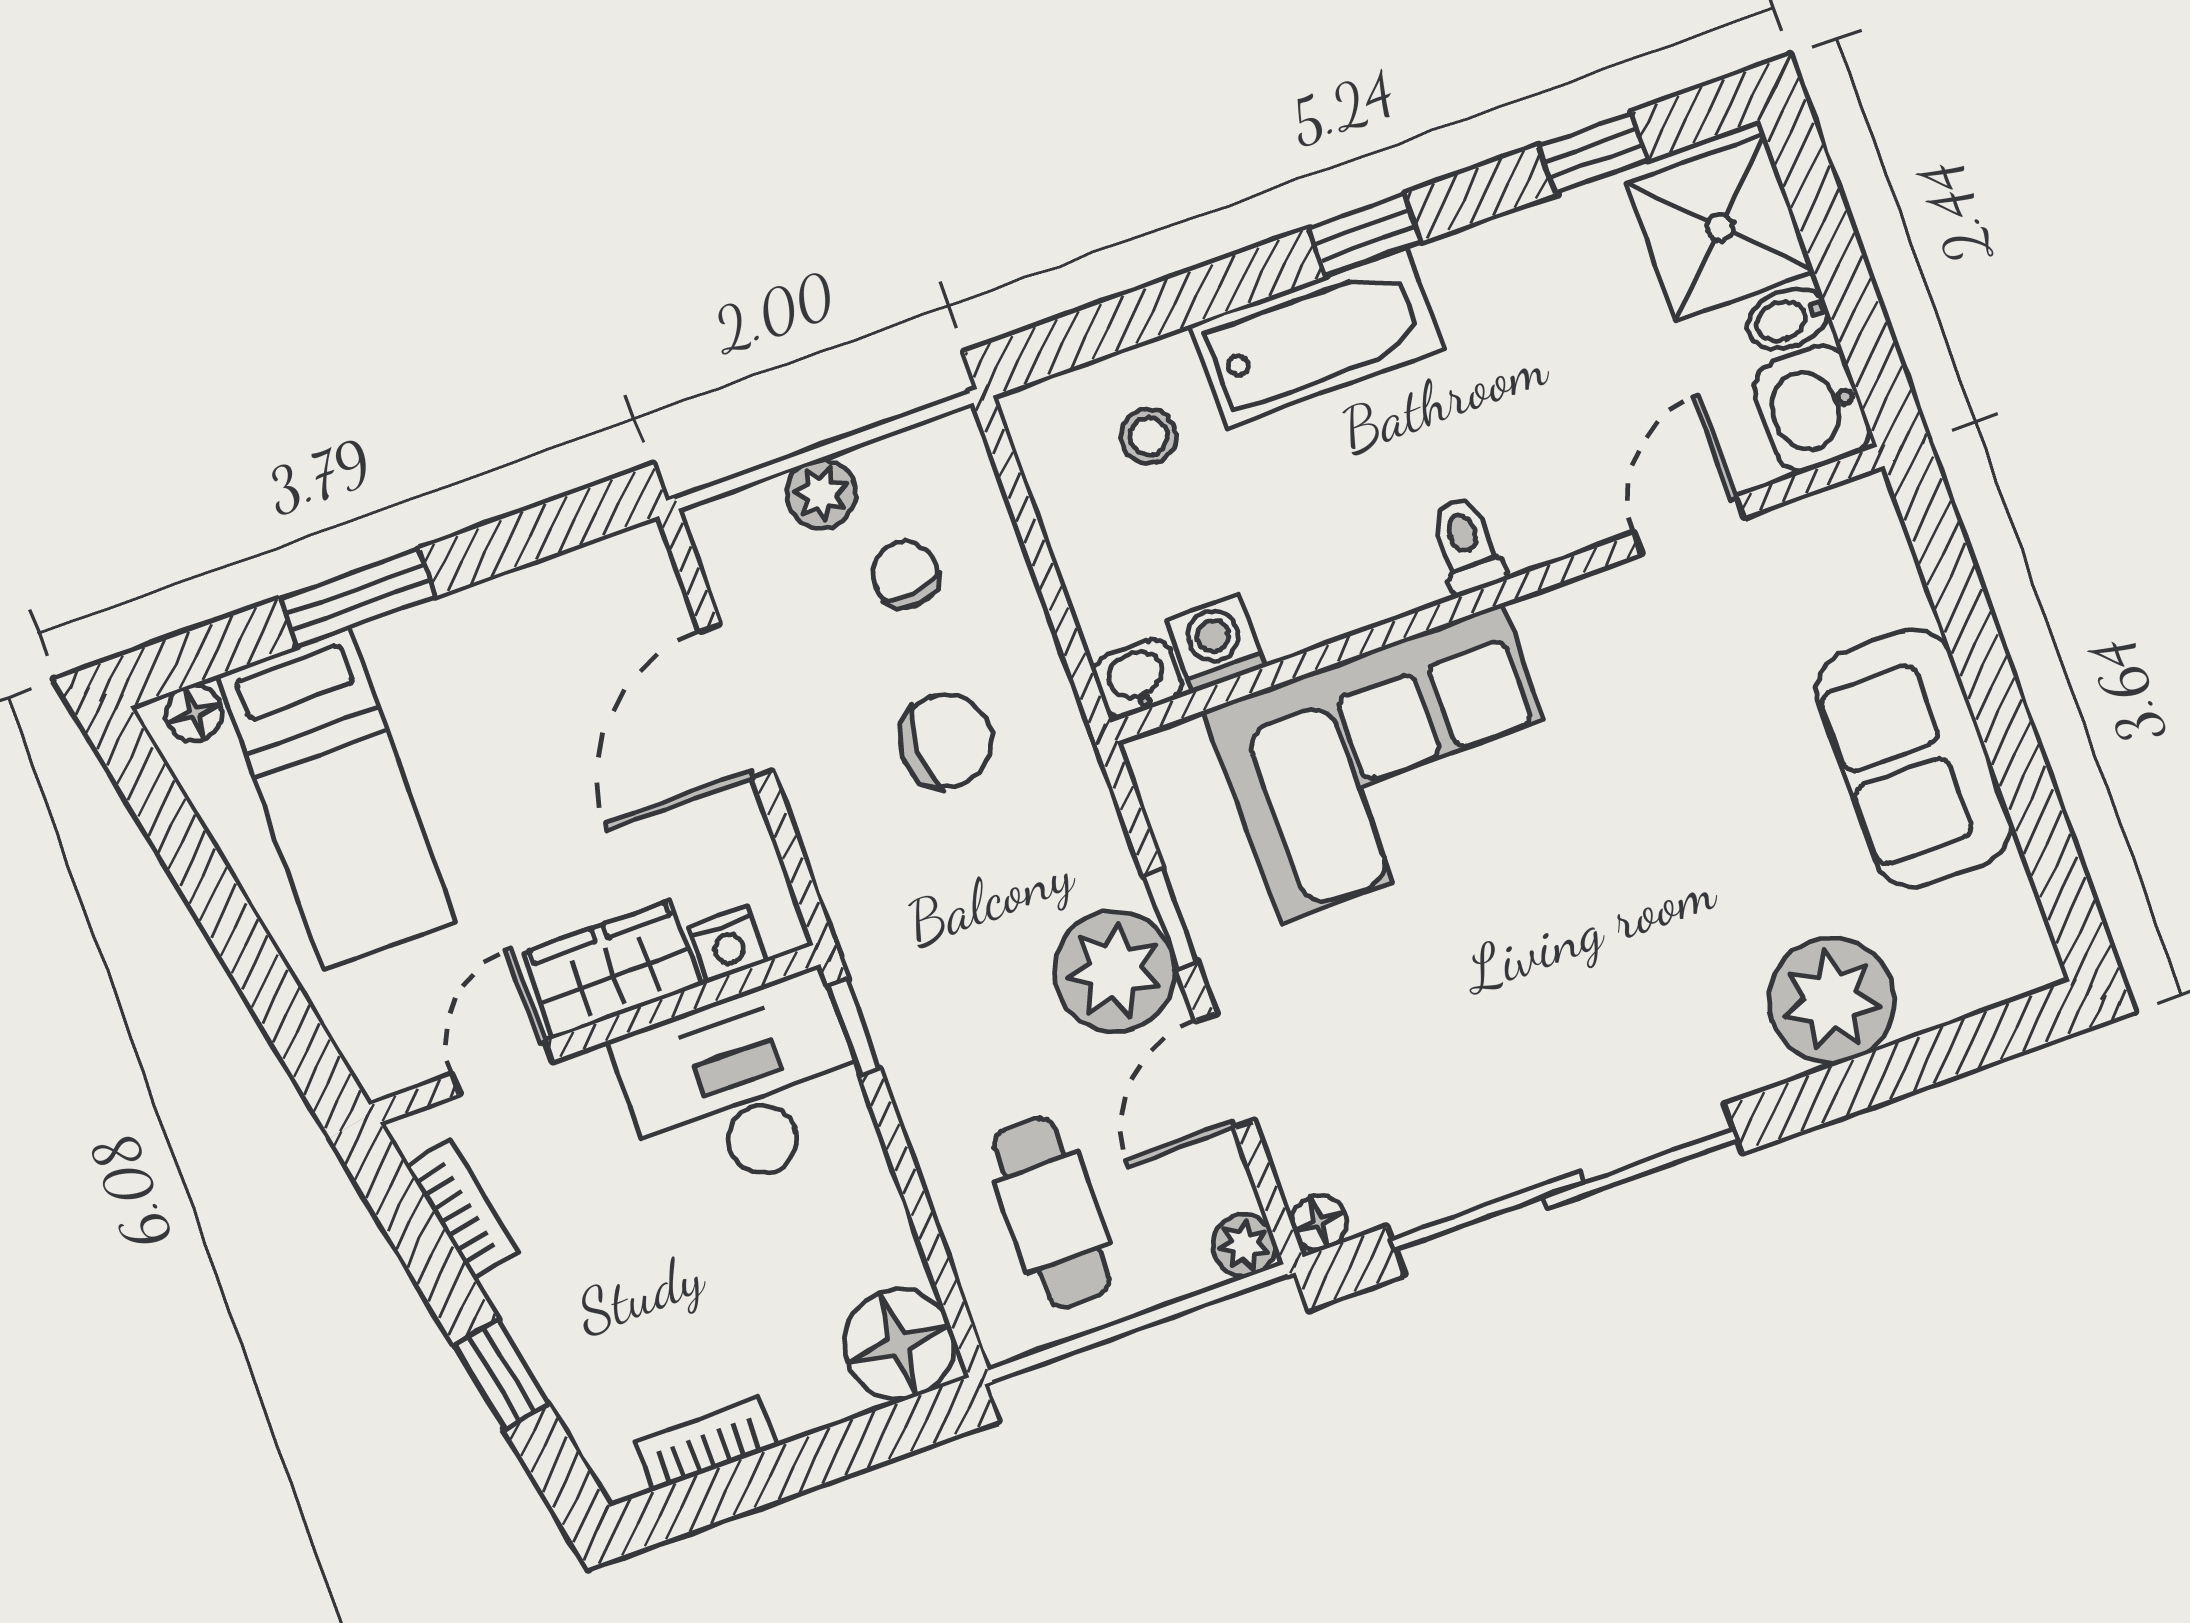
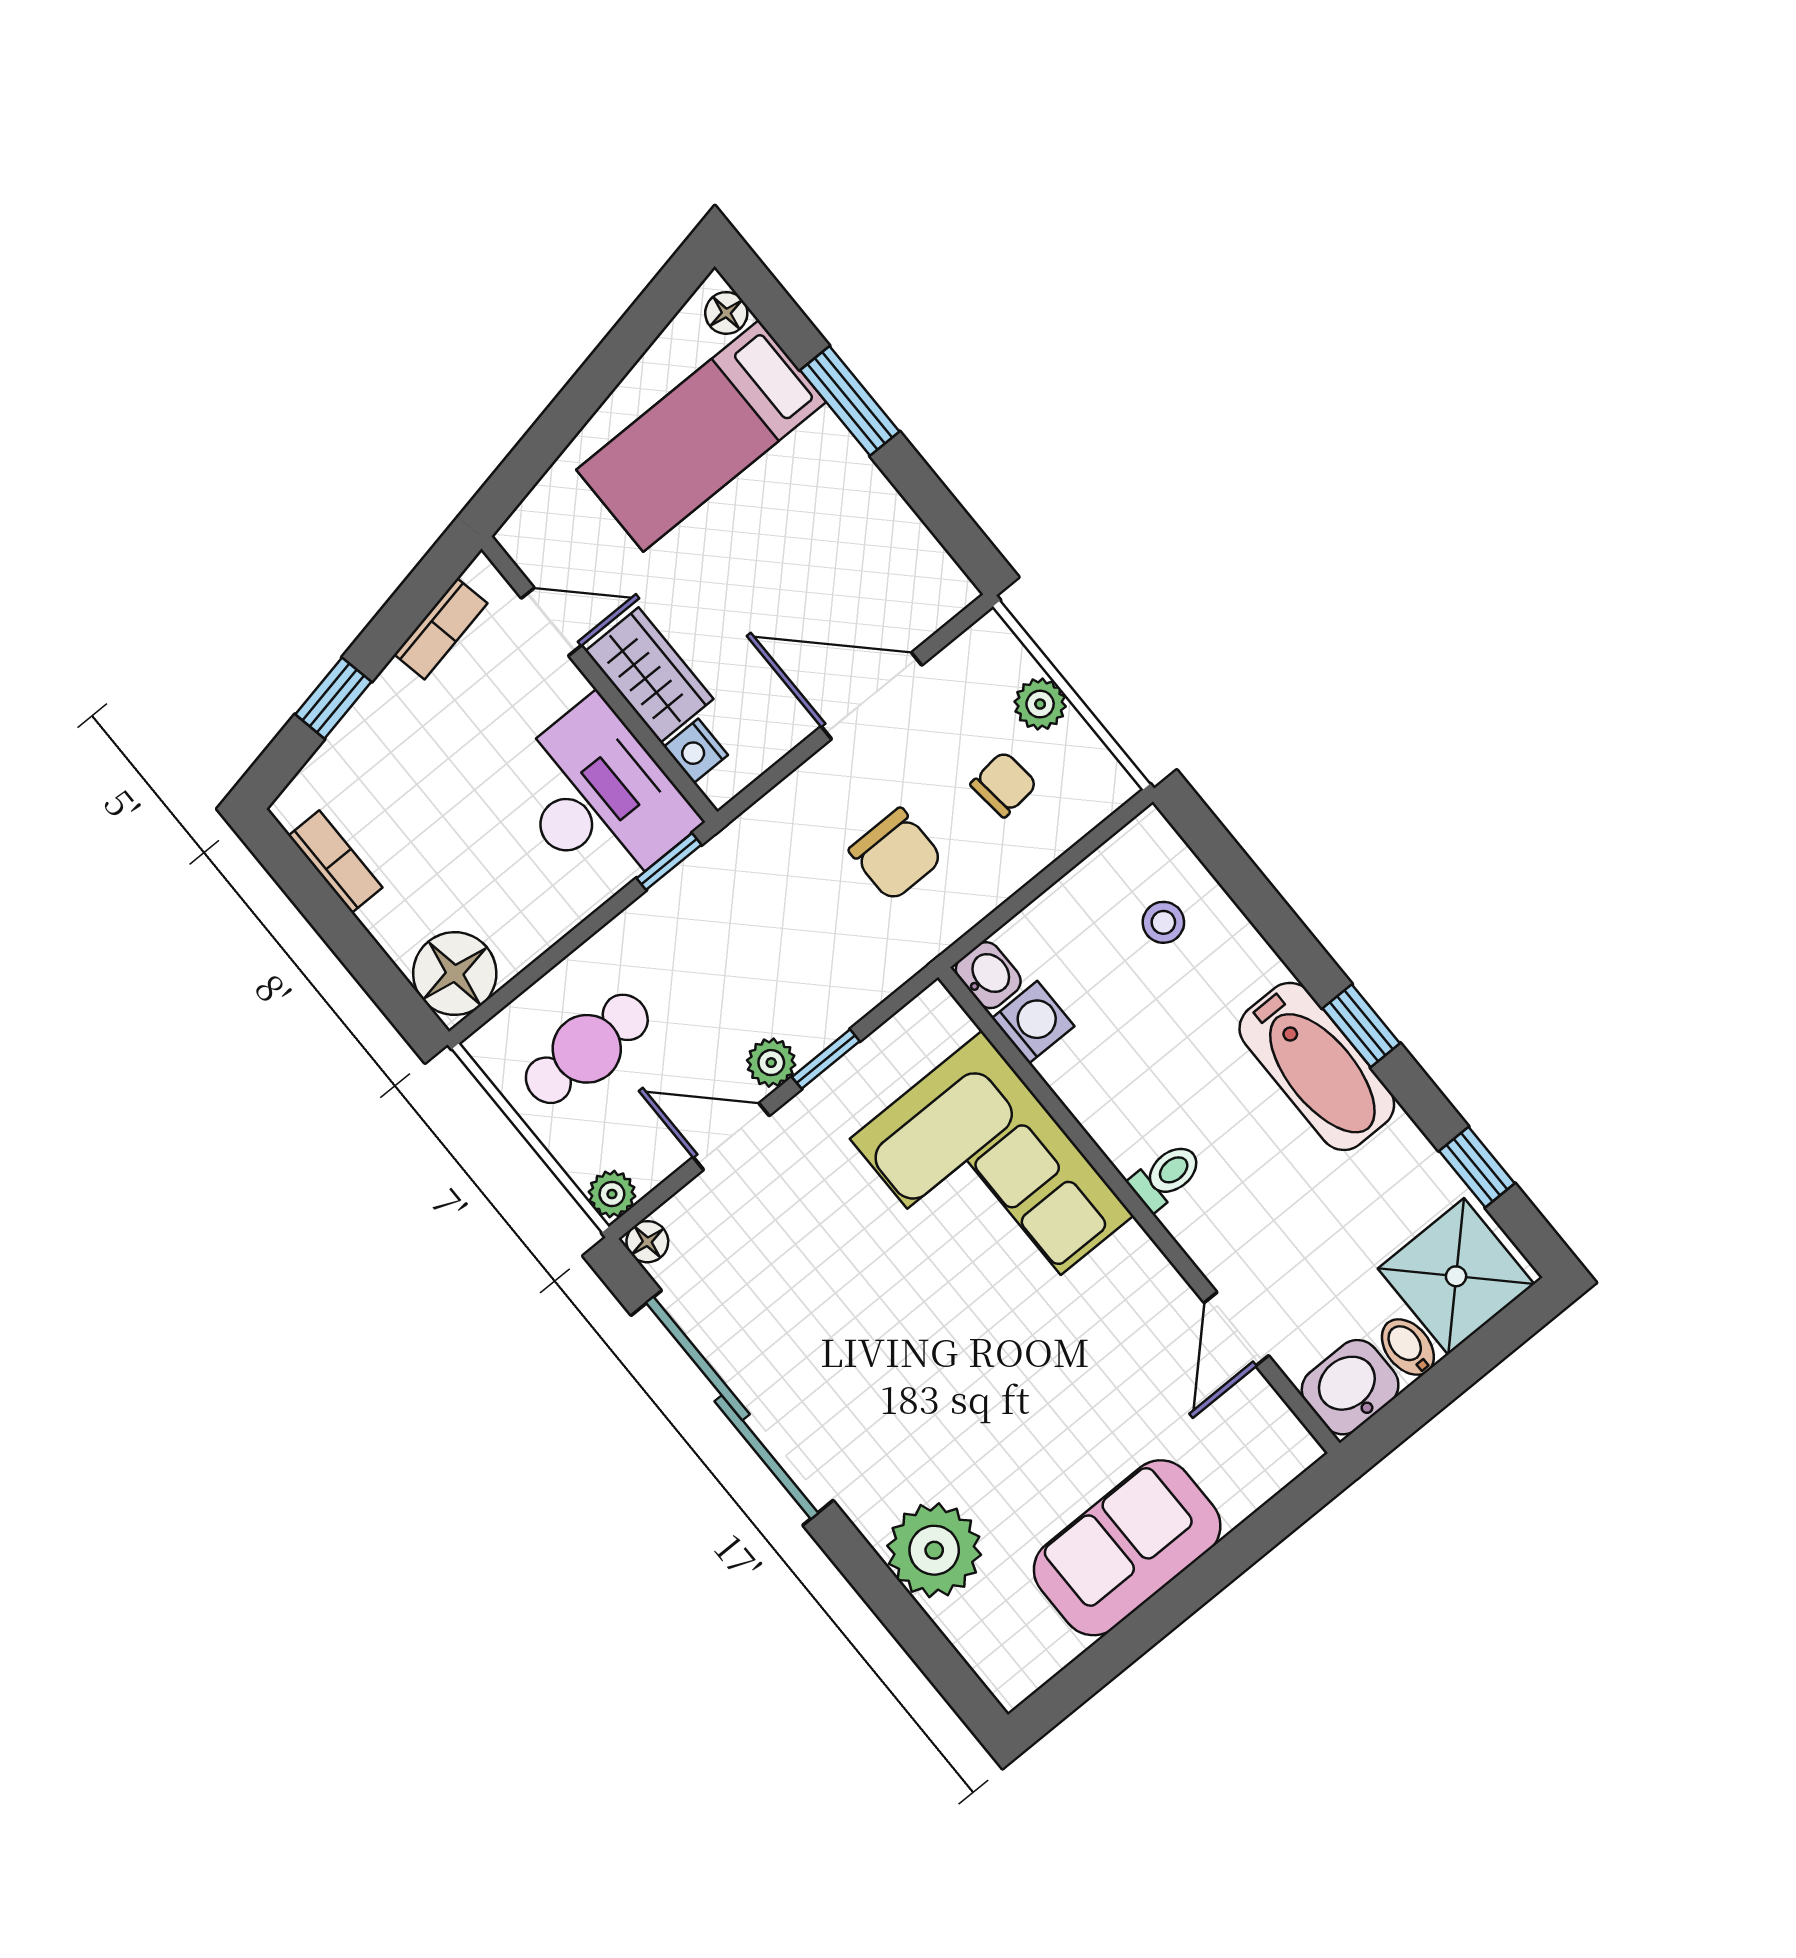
bathtub: (1317, 337) -> (1317, 1066), moved
door: (1689, 525) -> (1236, 1329), swing flipped
plant: (1114, 971) -> (771, 1063), width x0.53, depth x0.53

